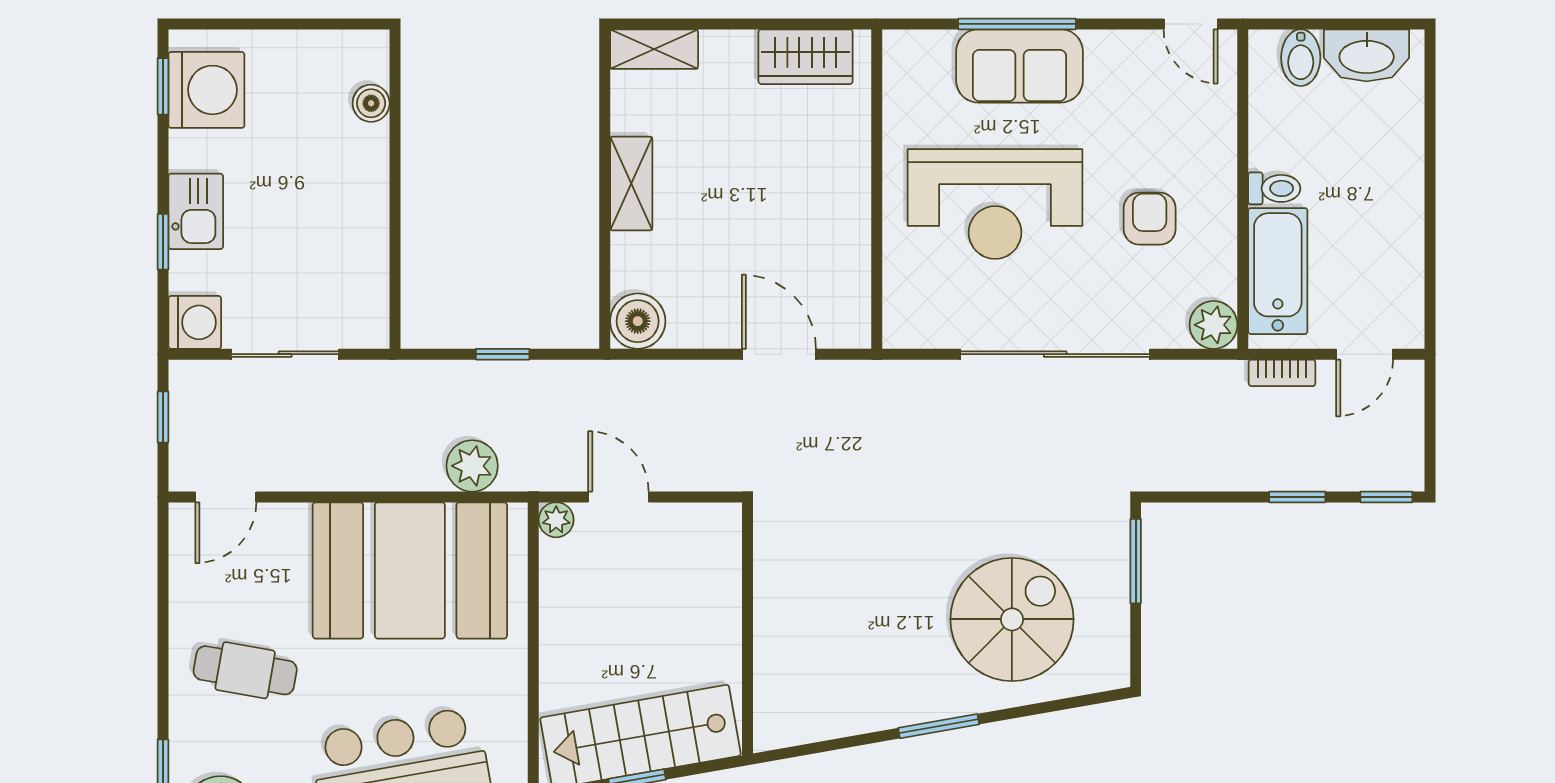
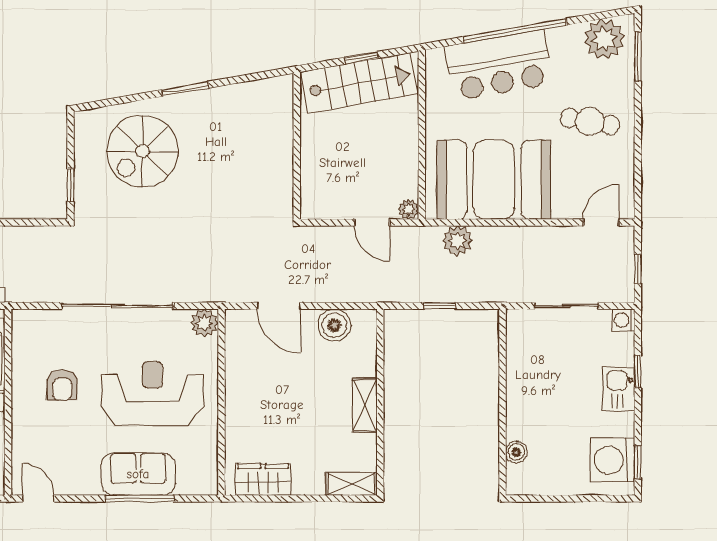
boiler: (638, 321) -> (334, 325), moved
washing machine: (195, 322) -> (623, 320), width x0.73, depth x0.73
plant: (1213, 325) -> (204, 323), moved
window: (1136, 561) -> (70, 185), width x0.67

